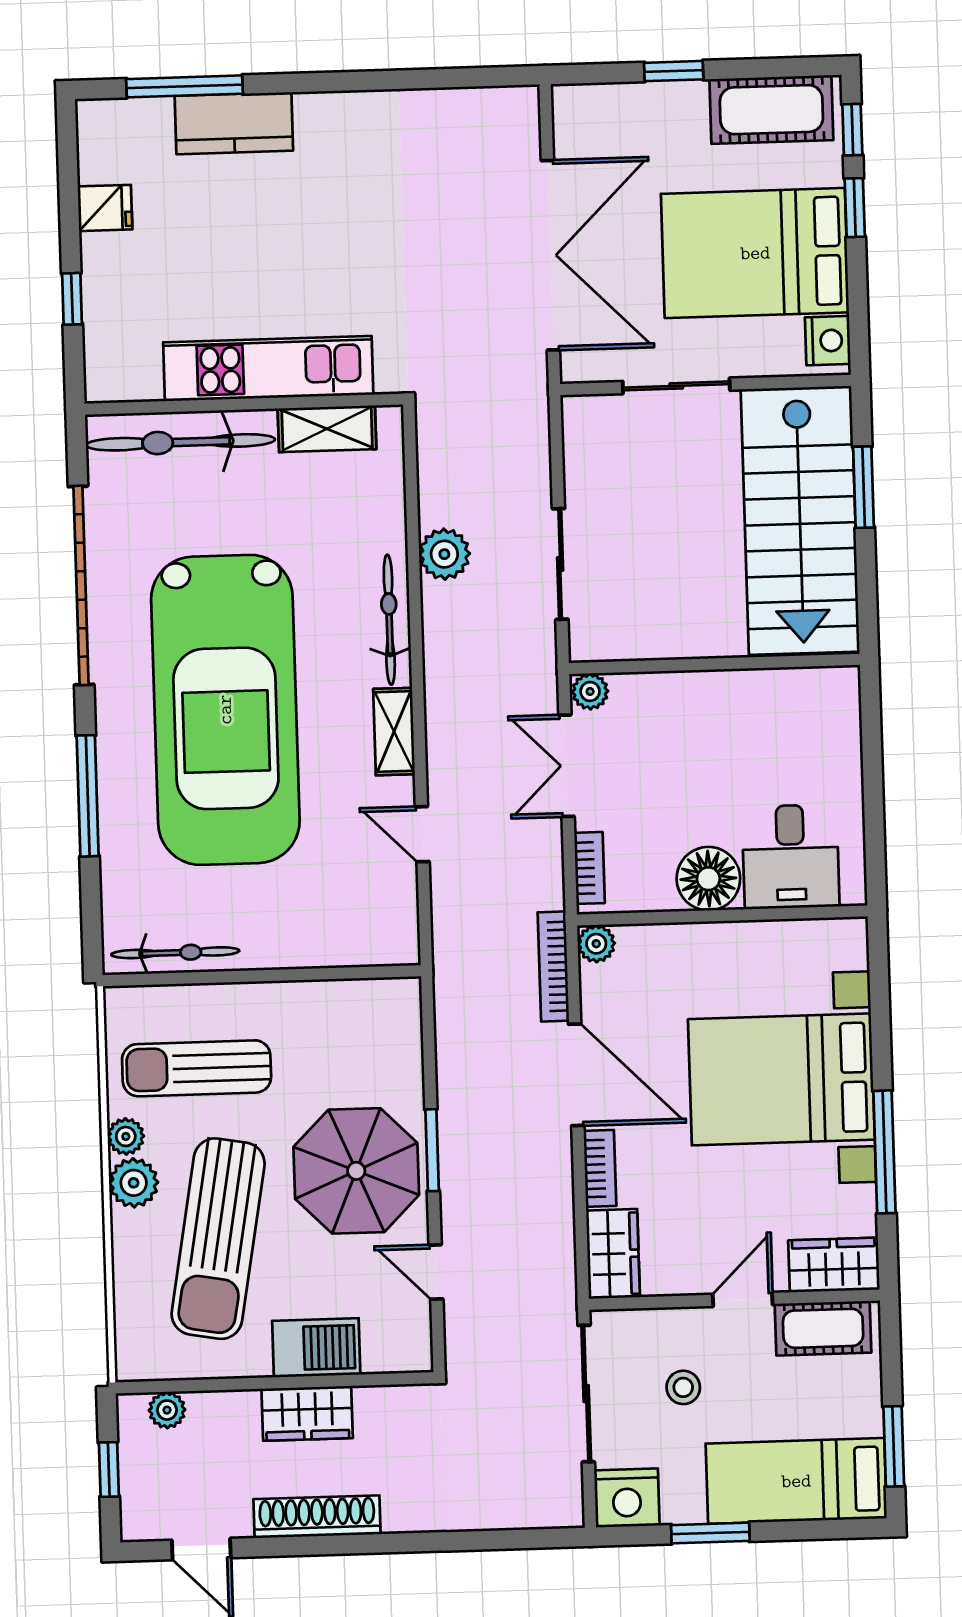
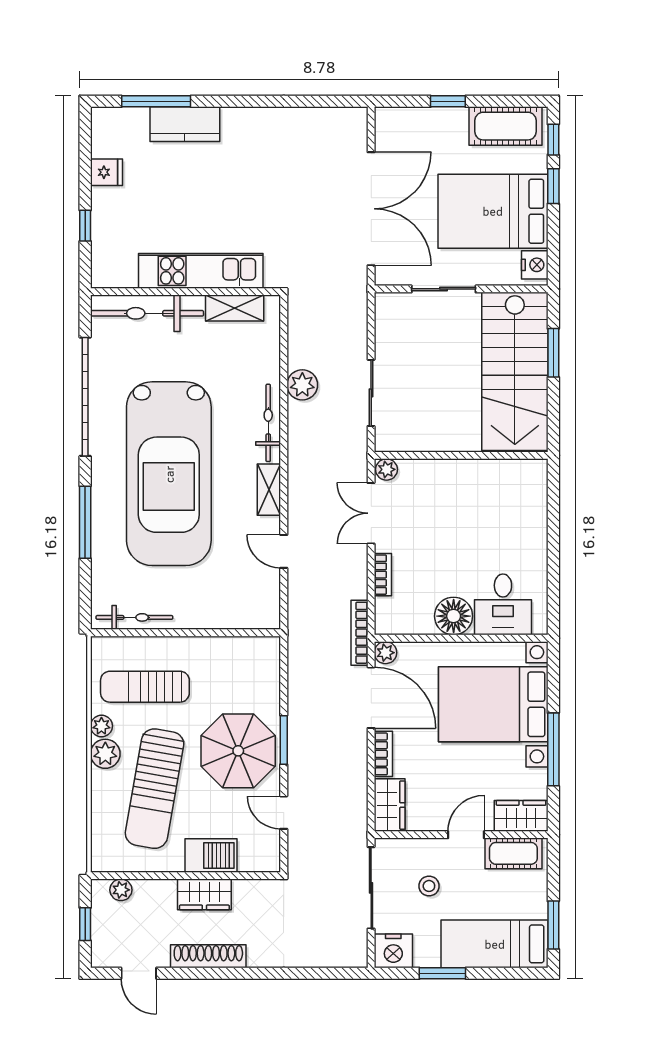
desk: (791, 857) -> (503, 604), moved
floor lamp: (708, 879) -> (454, 616), moved
wall: (722, 916) -> (461, 638), moved
plant: (596, 944) -> (385, 653), moved

